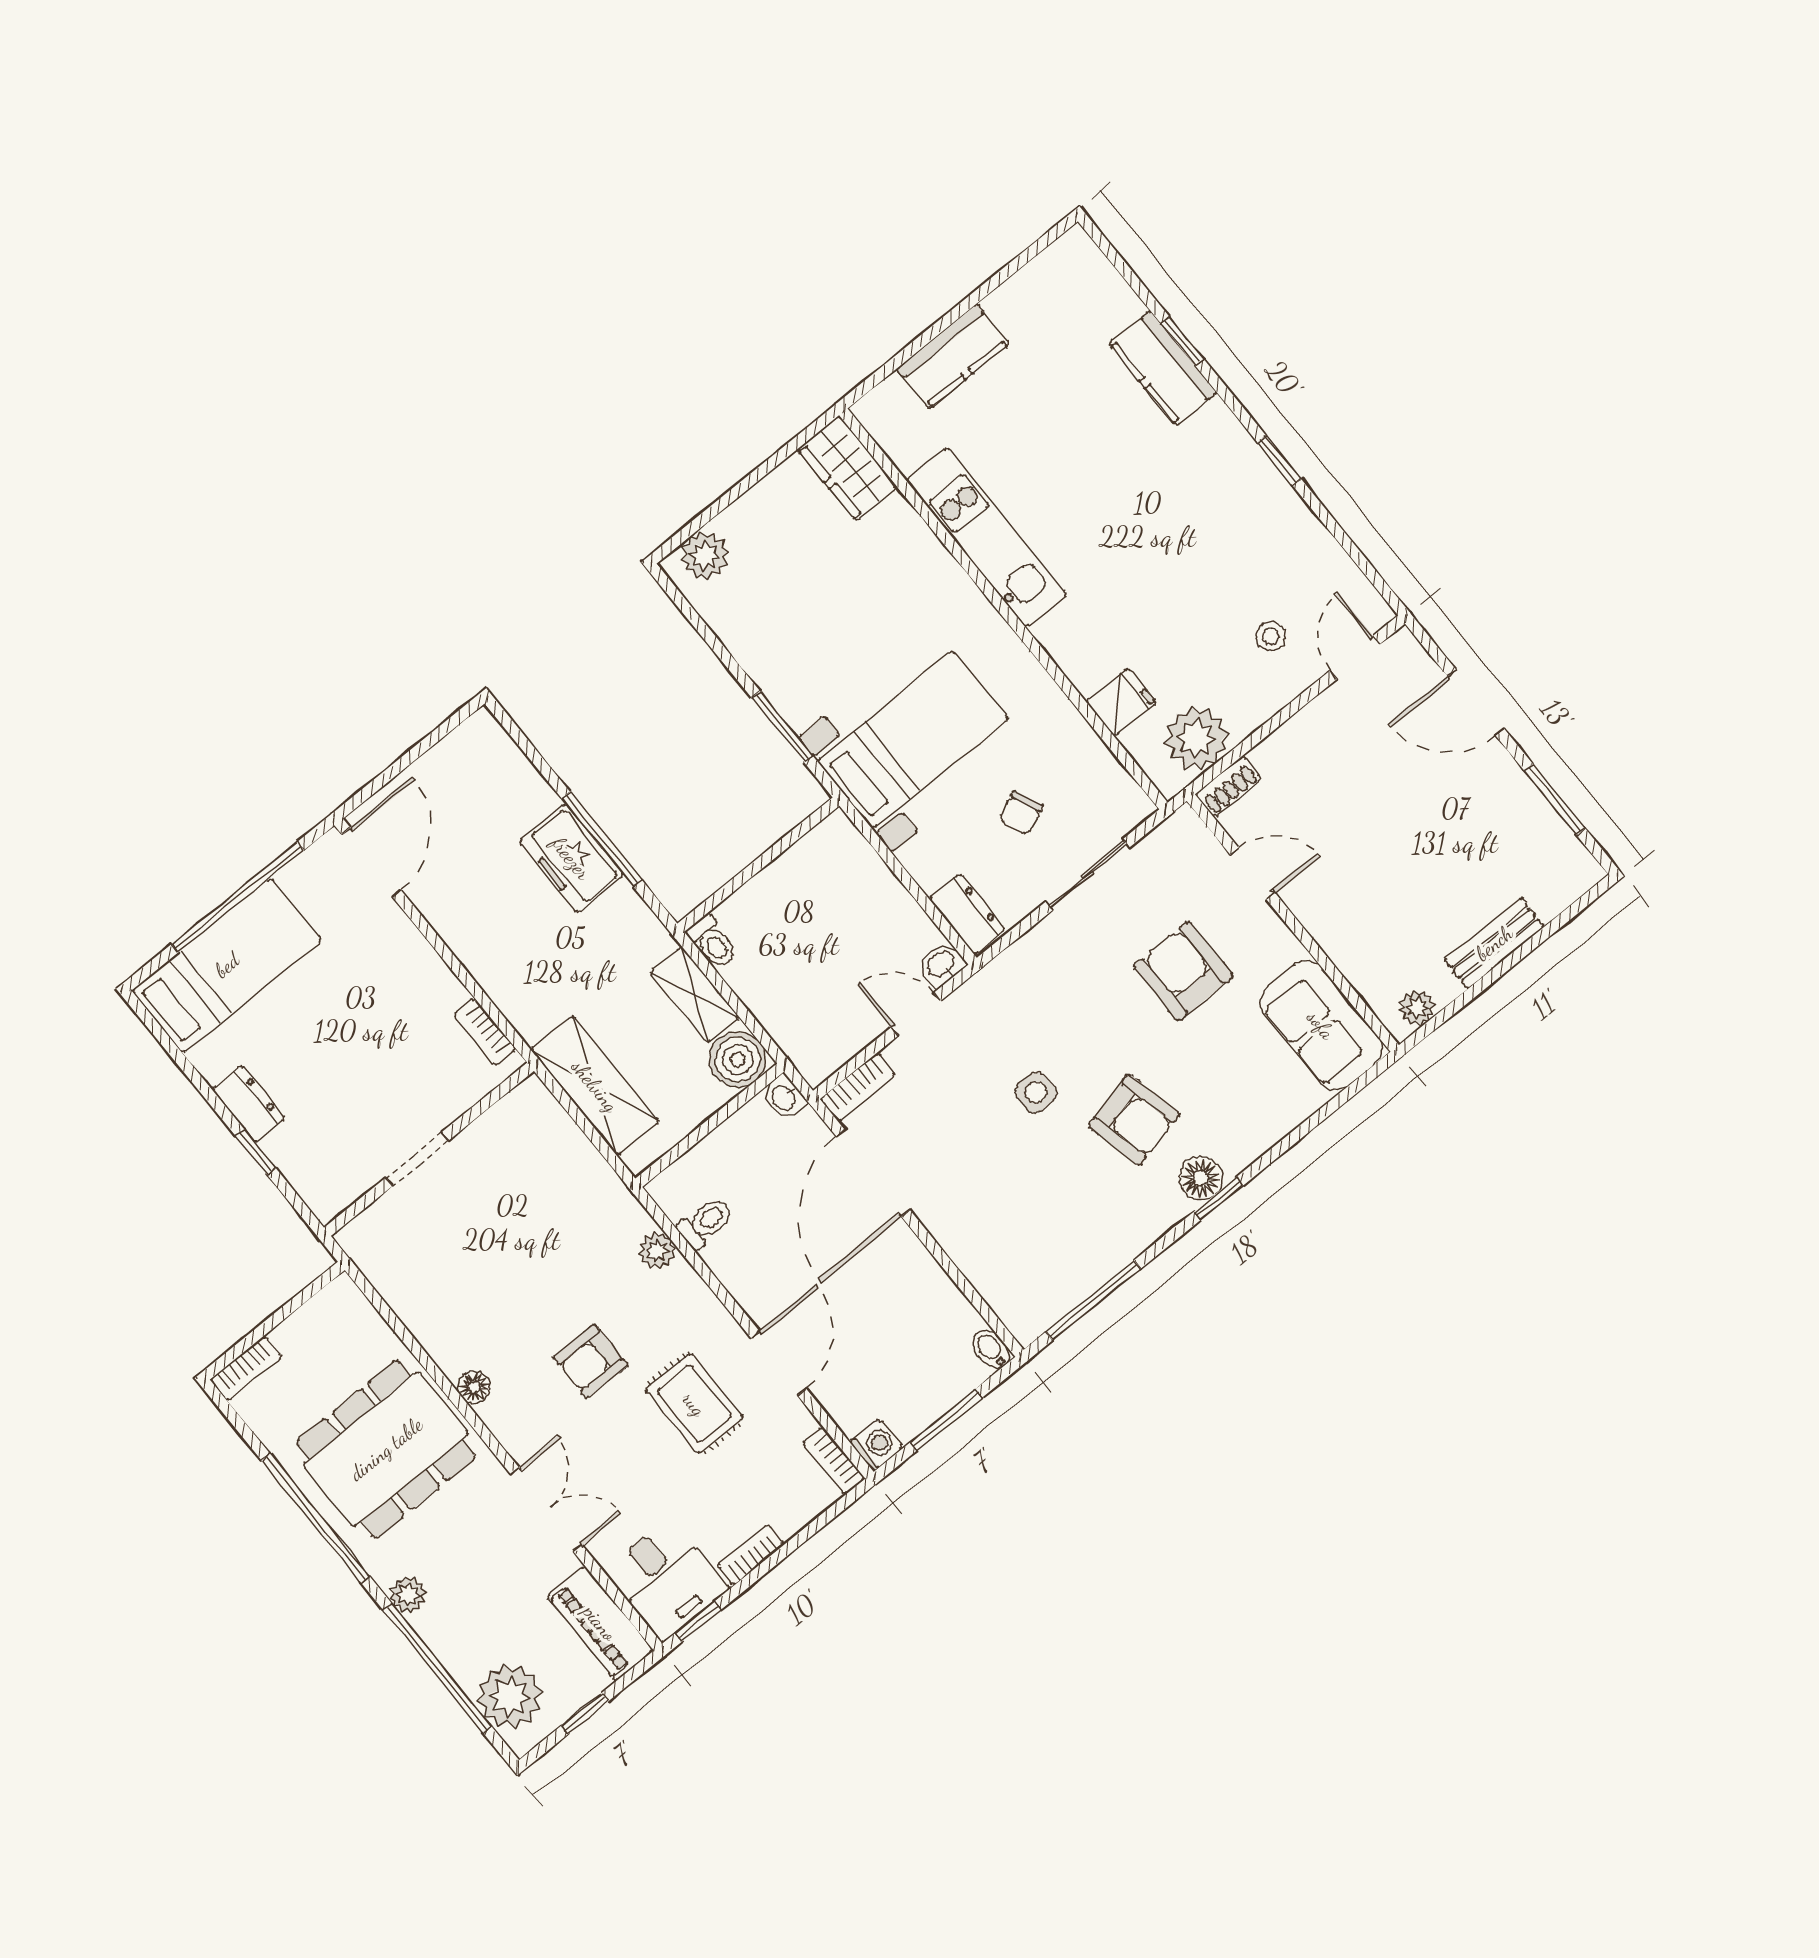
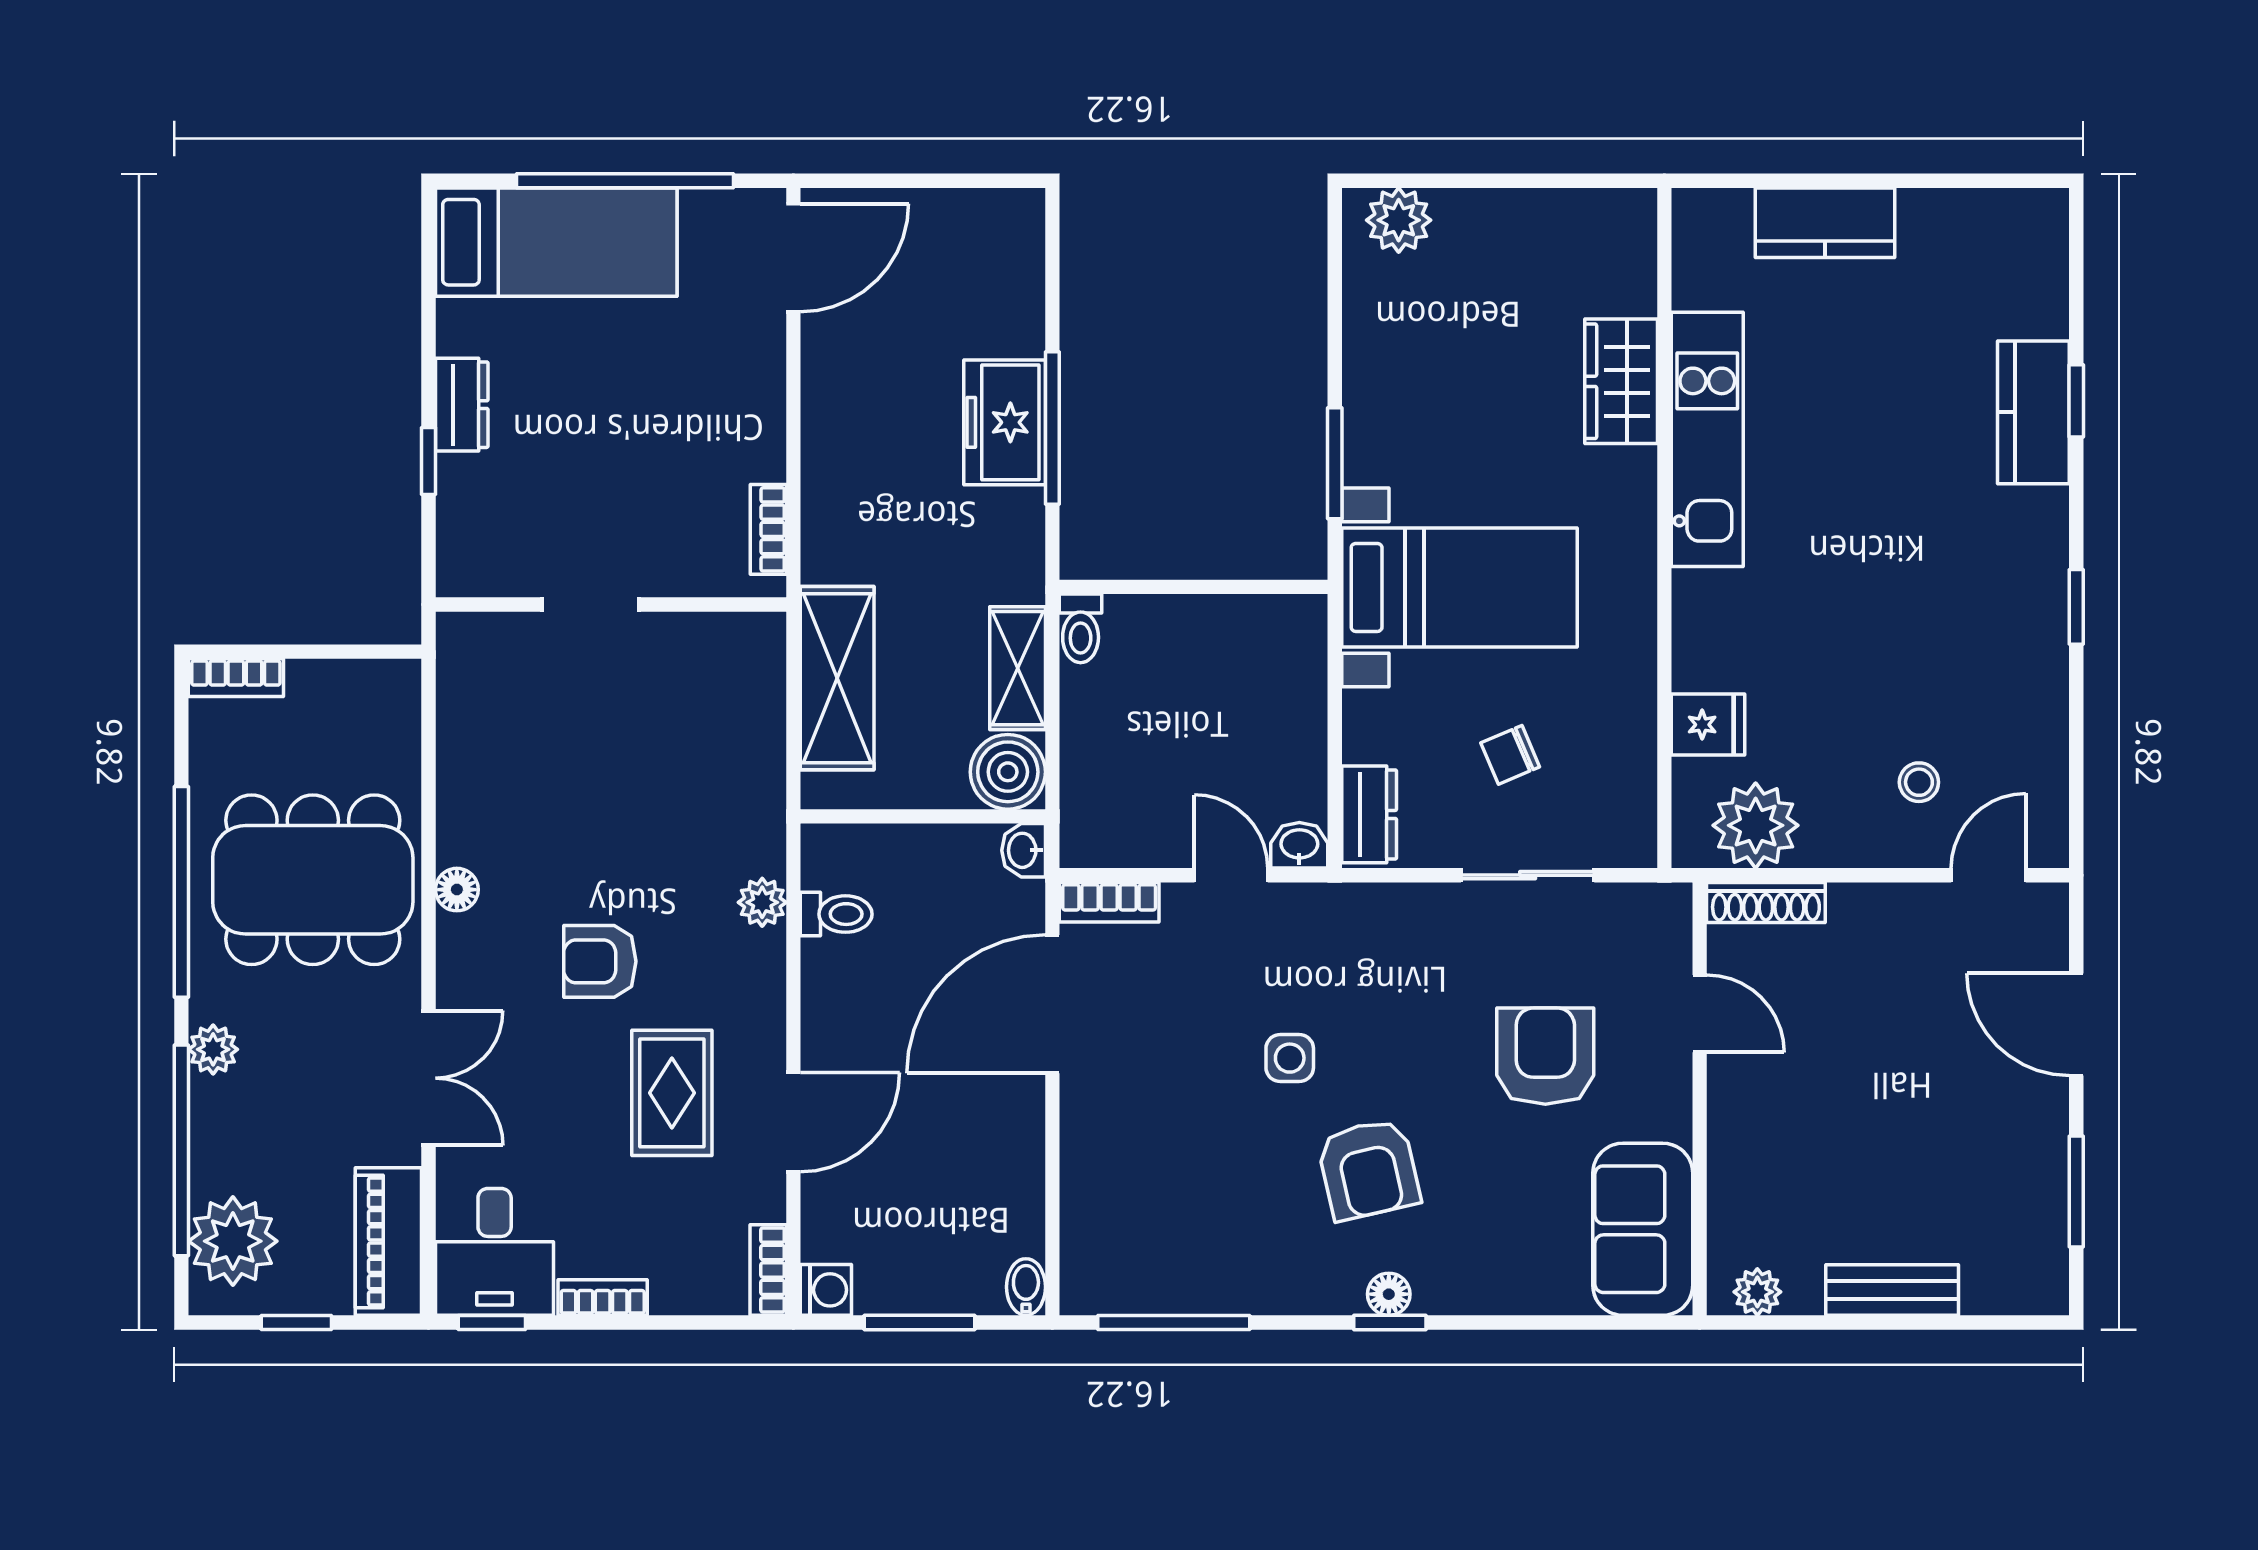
wardrobe: (848, 468) -> (1621, 381), moved
shoe rack: (1228, 786) -> (1766, 902), width x1.43
floor lamp: (1201, 1178) -> (1389, 1294), width x0.73, depth x0.73

